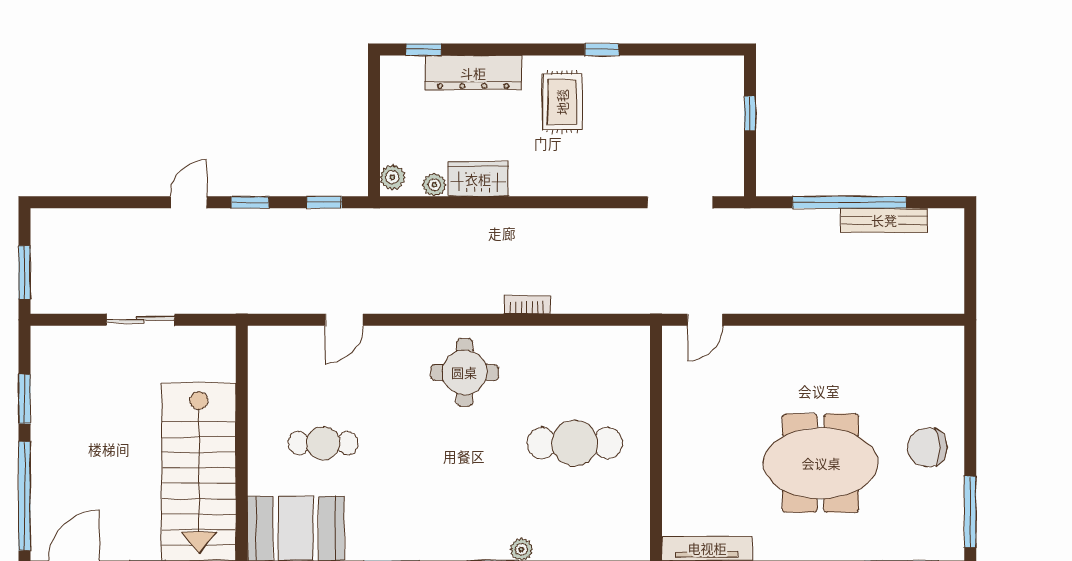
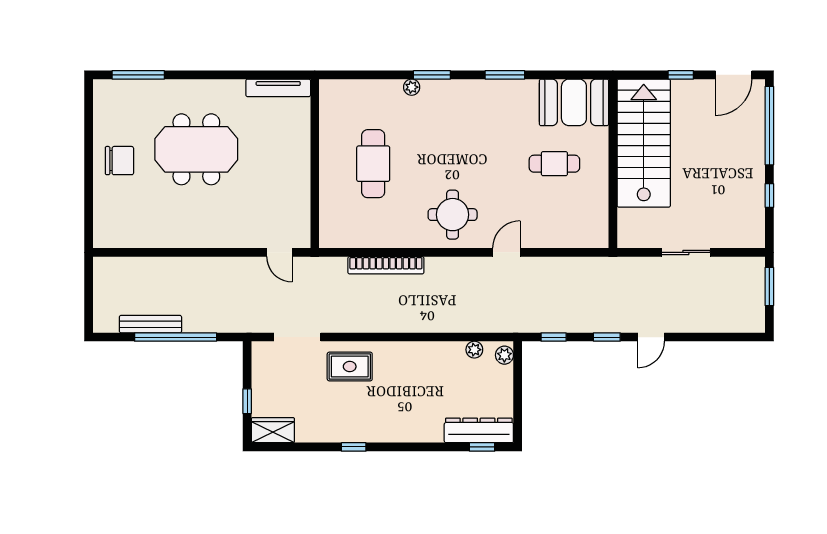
dresser: (473, 73) -> (479, 430), moved
rug: (562, 102) -> (350, 367), moved, turned 90
wardrobe: (478, 179) -> (273, 430), moved, turned 180
bookcase: (527, 305) -> (386, 265), width x2.31, depth x1.31
door: (344, 320) -> (506, 252), moved
door: (705, 320) -> (279, 252), swing flipped
window: (25, 399) -> (769, 195), width x0.67
cafe table: (575, 443) -> (373, 164), turned 90
window: (970, 512) -> (89, 114), removed

